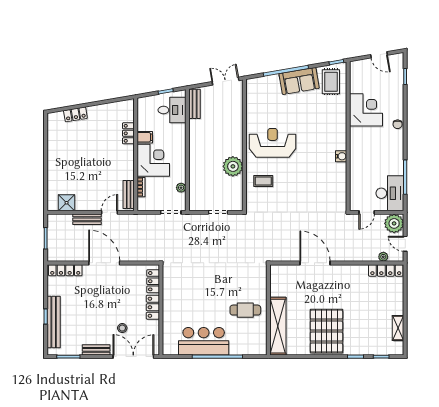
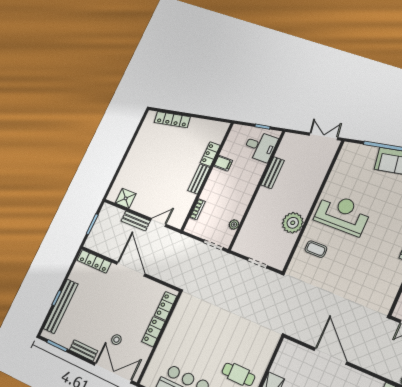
bench: (195, 104) -> (273, 173), moved
locker: (75, 114) -> (172, 120), width x1.53
corner desk: (153, 160) -> (221, 188), removed
bench: (129, 195) -> (199, 179), moved

